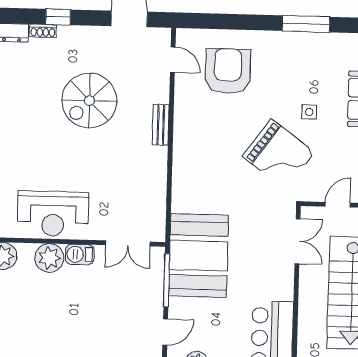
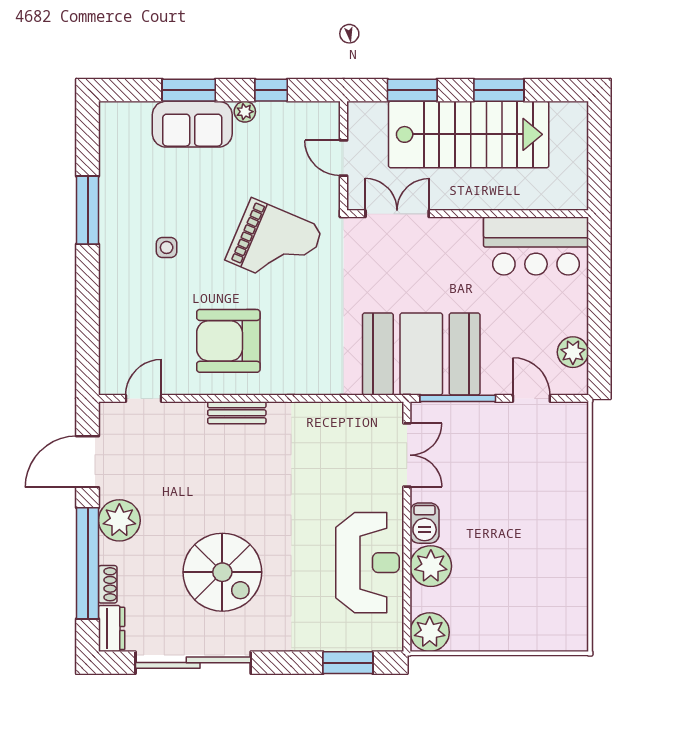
window: (58, 17) -> (88, 563), width x3.17
plant: (88, 40) -> (119, 520), added
armchair: (228, 71) -> (228, 341), moved
spiral stairs: (89, 101) -> (222, 572), moved
side table: (309, 112) -> (167, 247), moved
grand piano: (279, 154) -> (274, 244), turned 77

